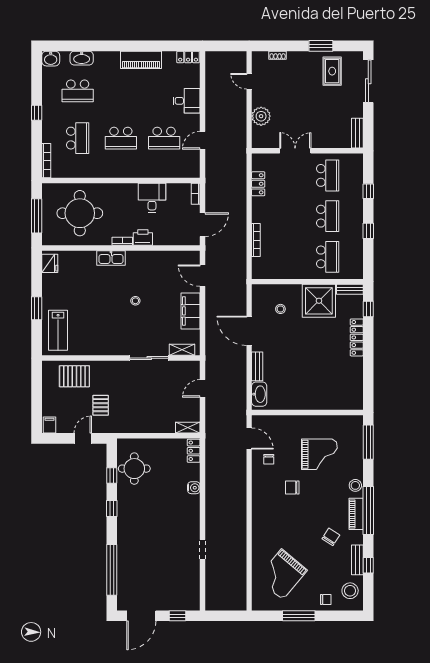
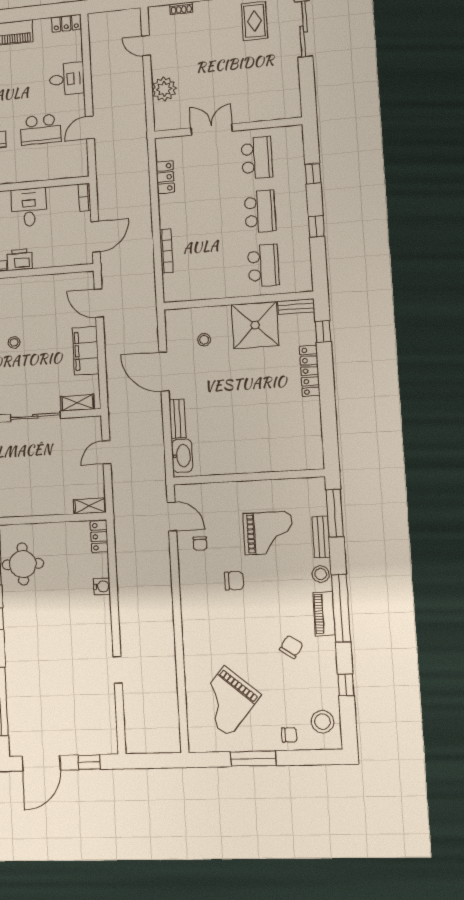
bench: (357, 133) -> (293, 98), removed
chair: (292, 488) -> (234, 581), turned 180
bench: (357, 560) -> (321, 537), moved

